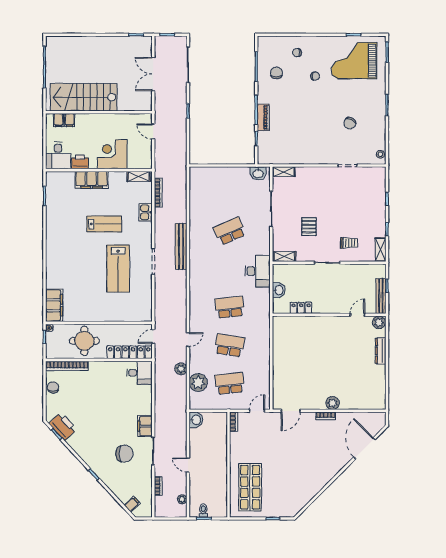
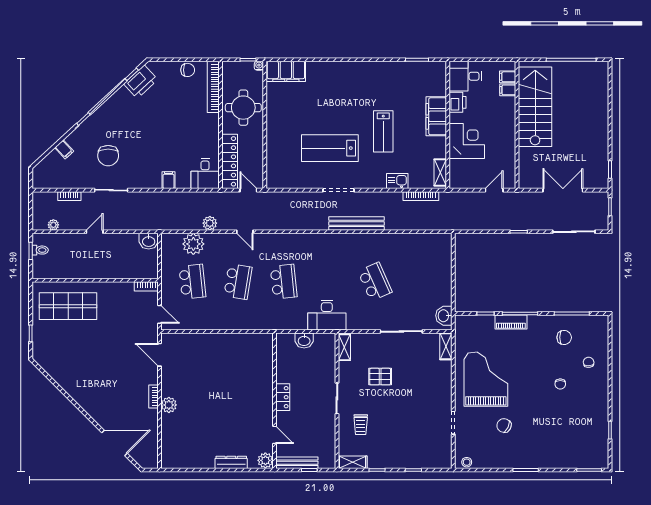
grand piano: (354, 61) -> (486, 379), moved
locker: (301, 308) -> (283, 397), moved
filing cabinet: (145, 426) -> (169, 180), moved, width x0.50
filing cabinet: (132, 504) -> (64, 149), moved

